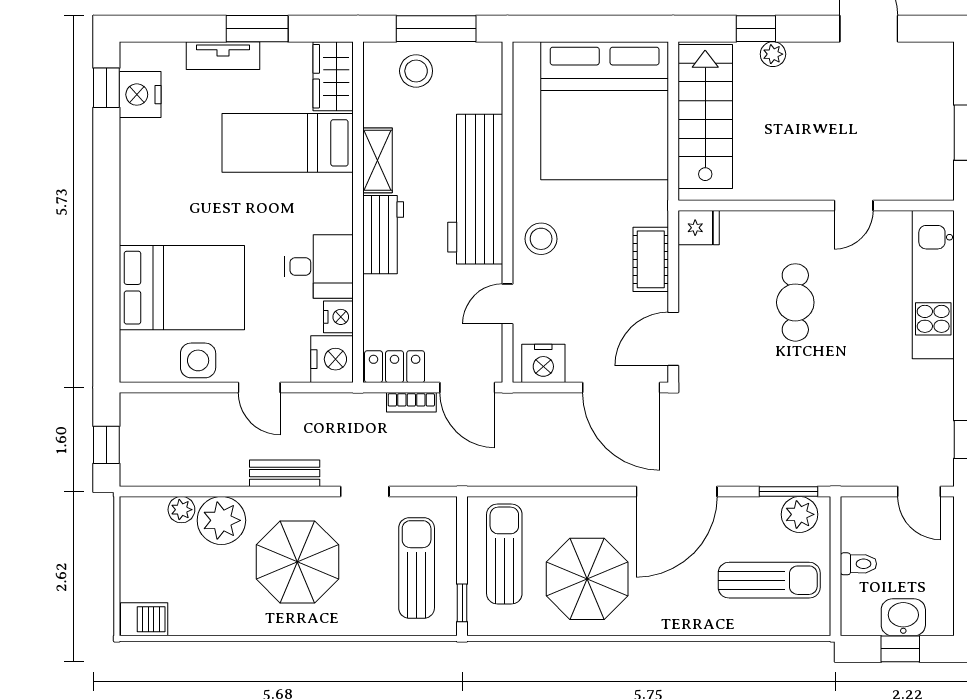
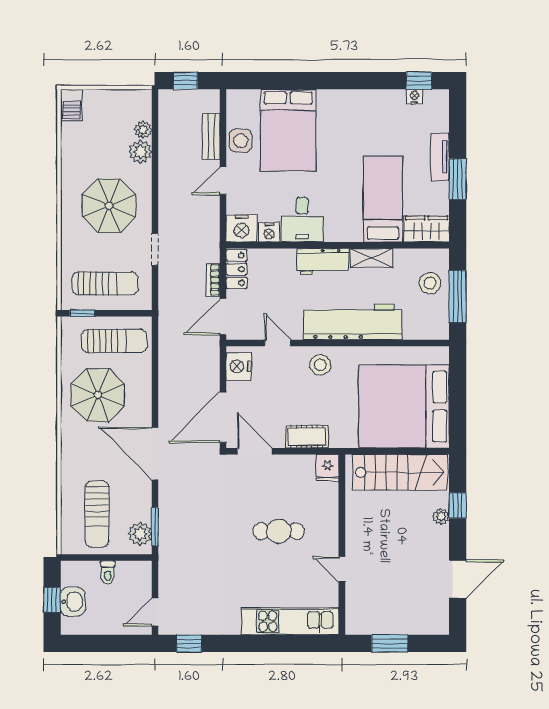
nightstand: (140, 95) -> (415, 97), width x0.53, depth x0.56
bench: (285, 473) -> (211, 136), moved
plant: (221, 520) -> (140, 152), width x0.73, depth x0.73

